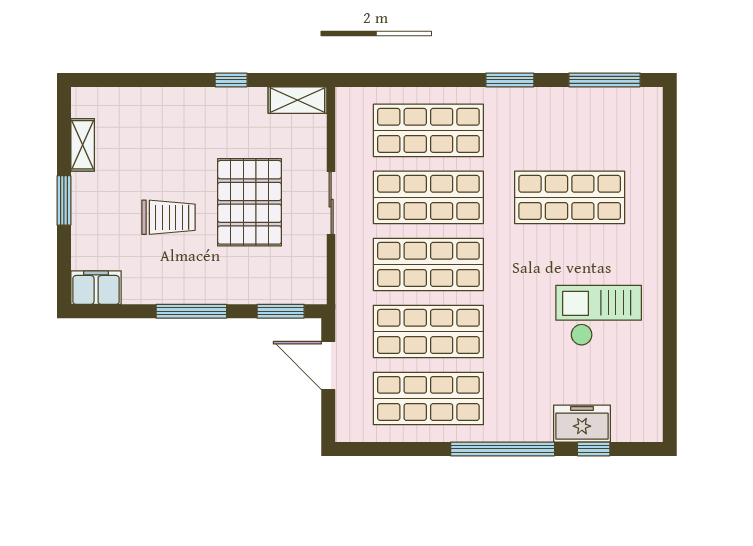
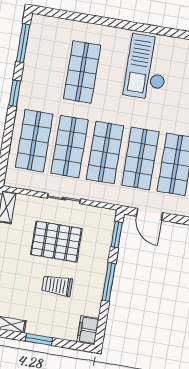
trolley: (169, 217) -> (57, 286), turned -90
checkout: (599, 315) -> (147, 67), width x1.36, depth x1.21
door: (328, 365) -> (150, 214), hinge flipped

